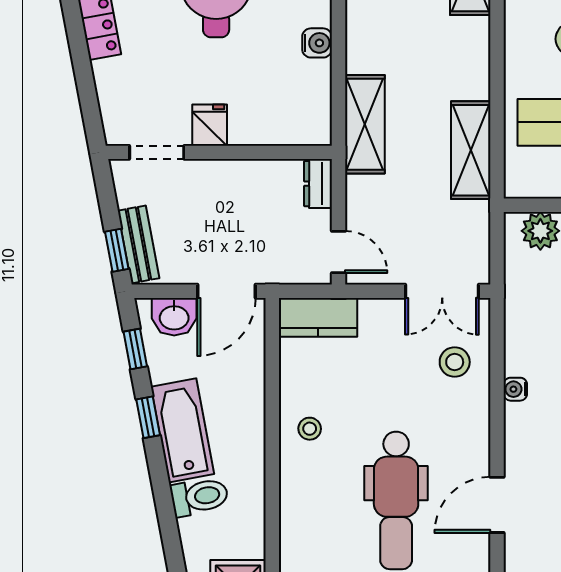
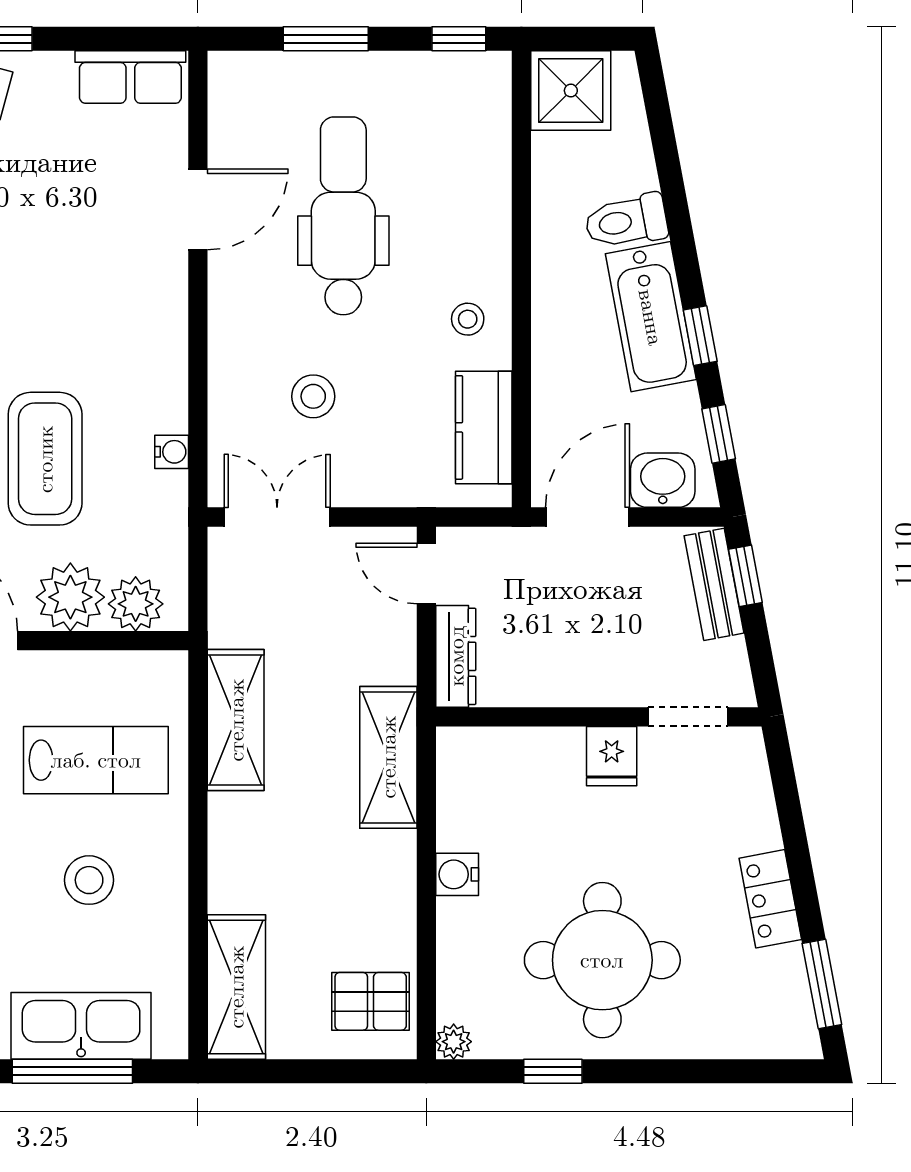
dresser: (318, 184) -> (456, 656), width x1.44
kitchen counter: (318, 317) -> (484, 427), moved, turned -90
stool: (455, 362) -> (313, 396), moved
water cooler: (515, 389) -> (172, 452), moved

